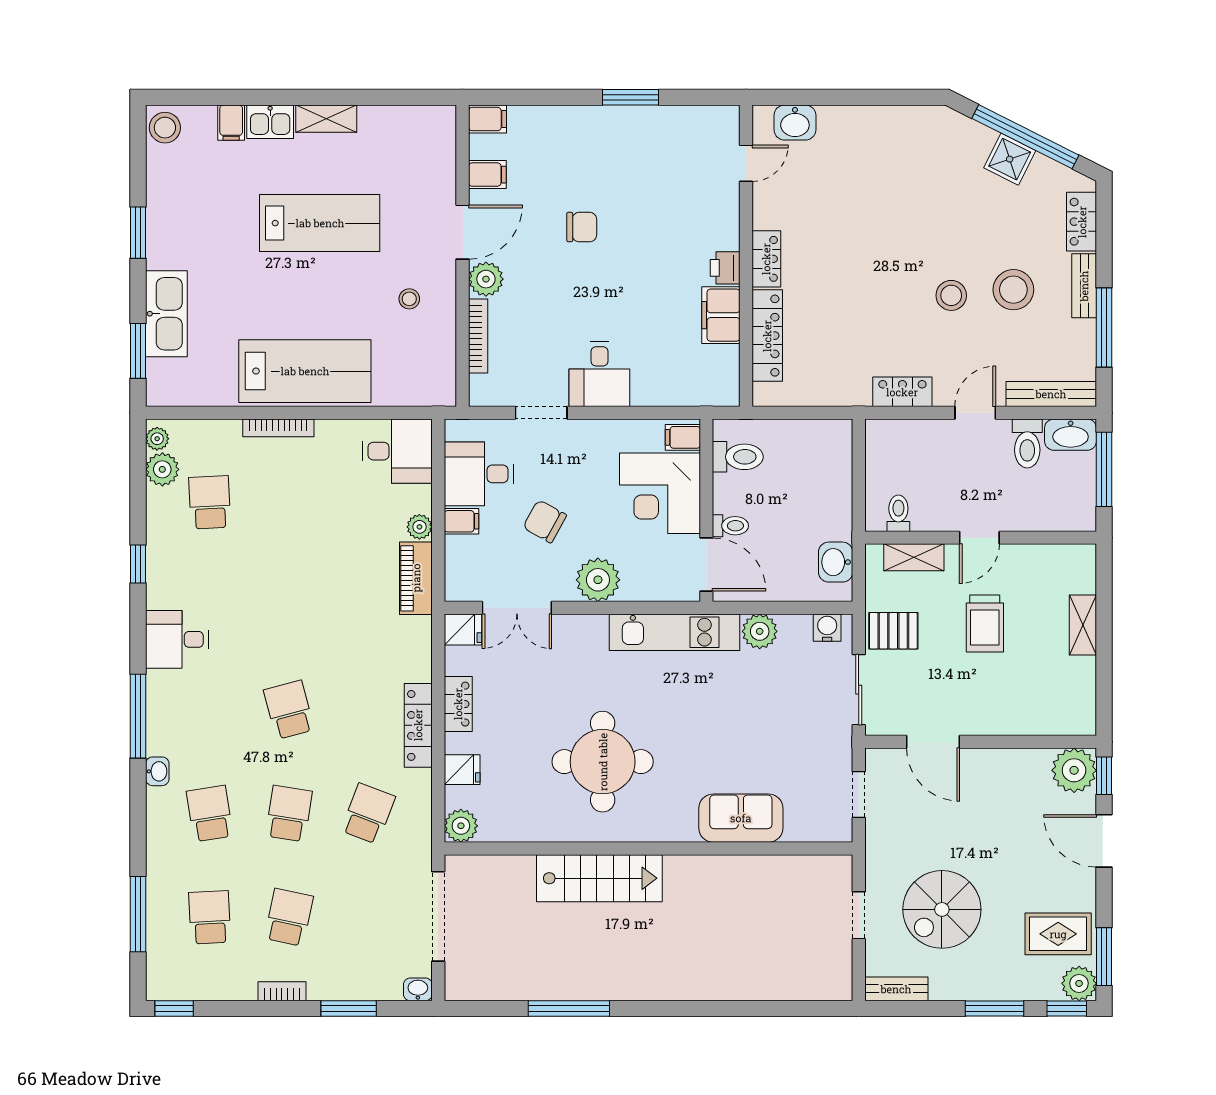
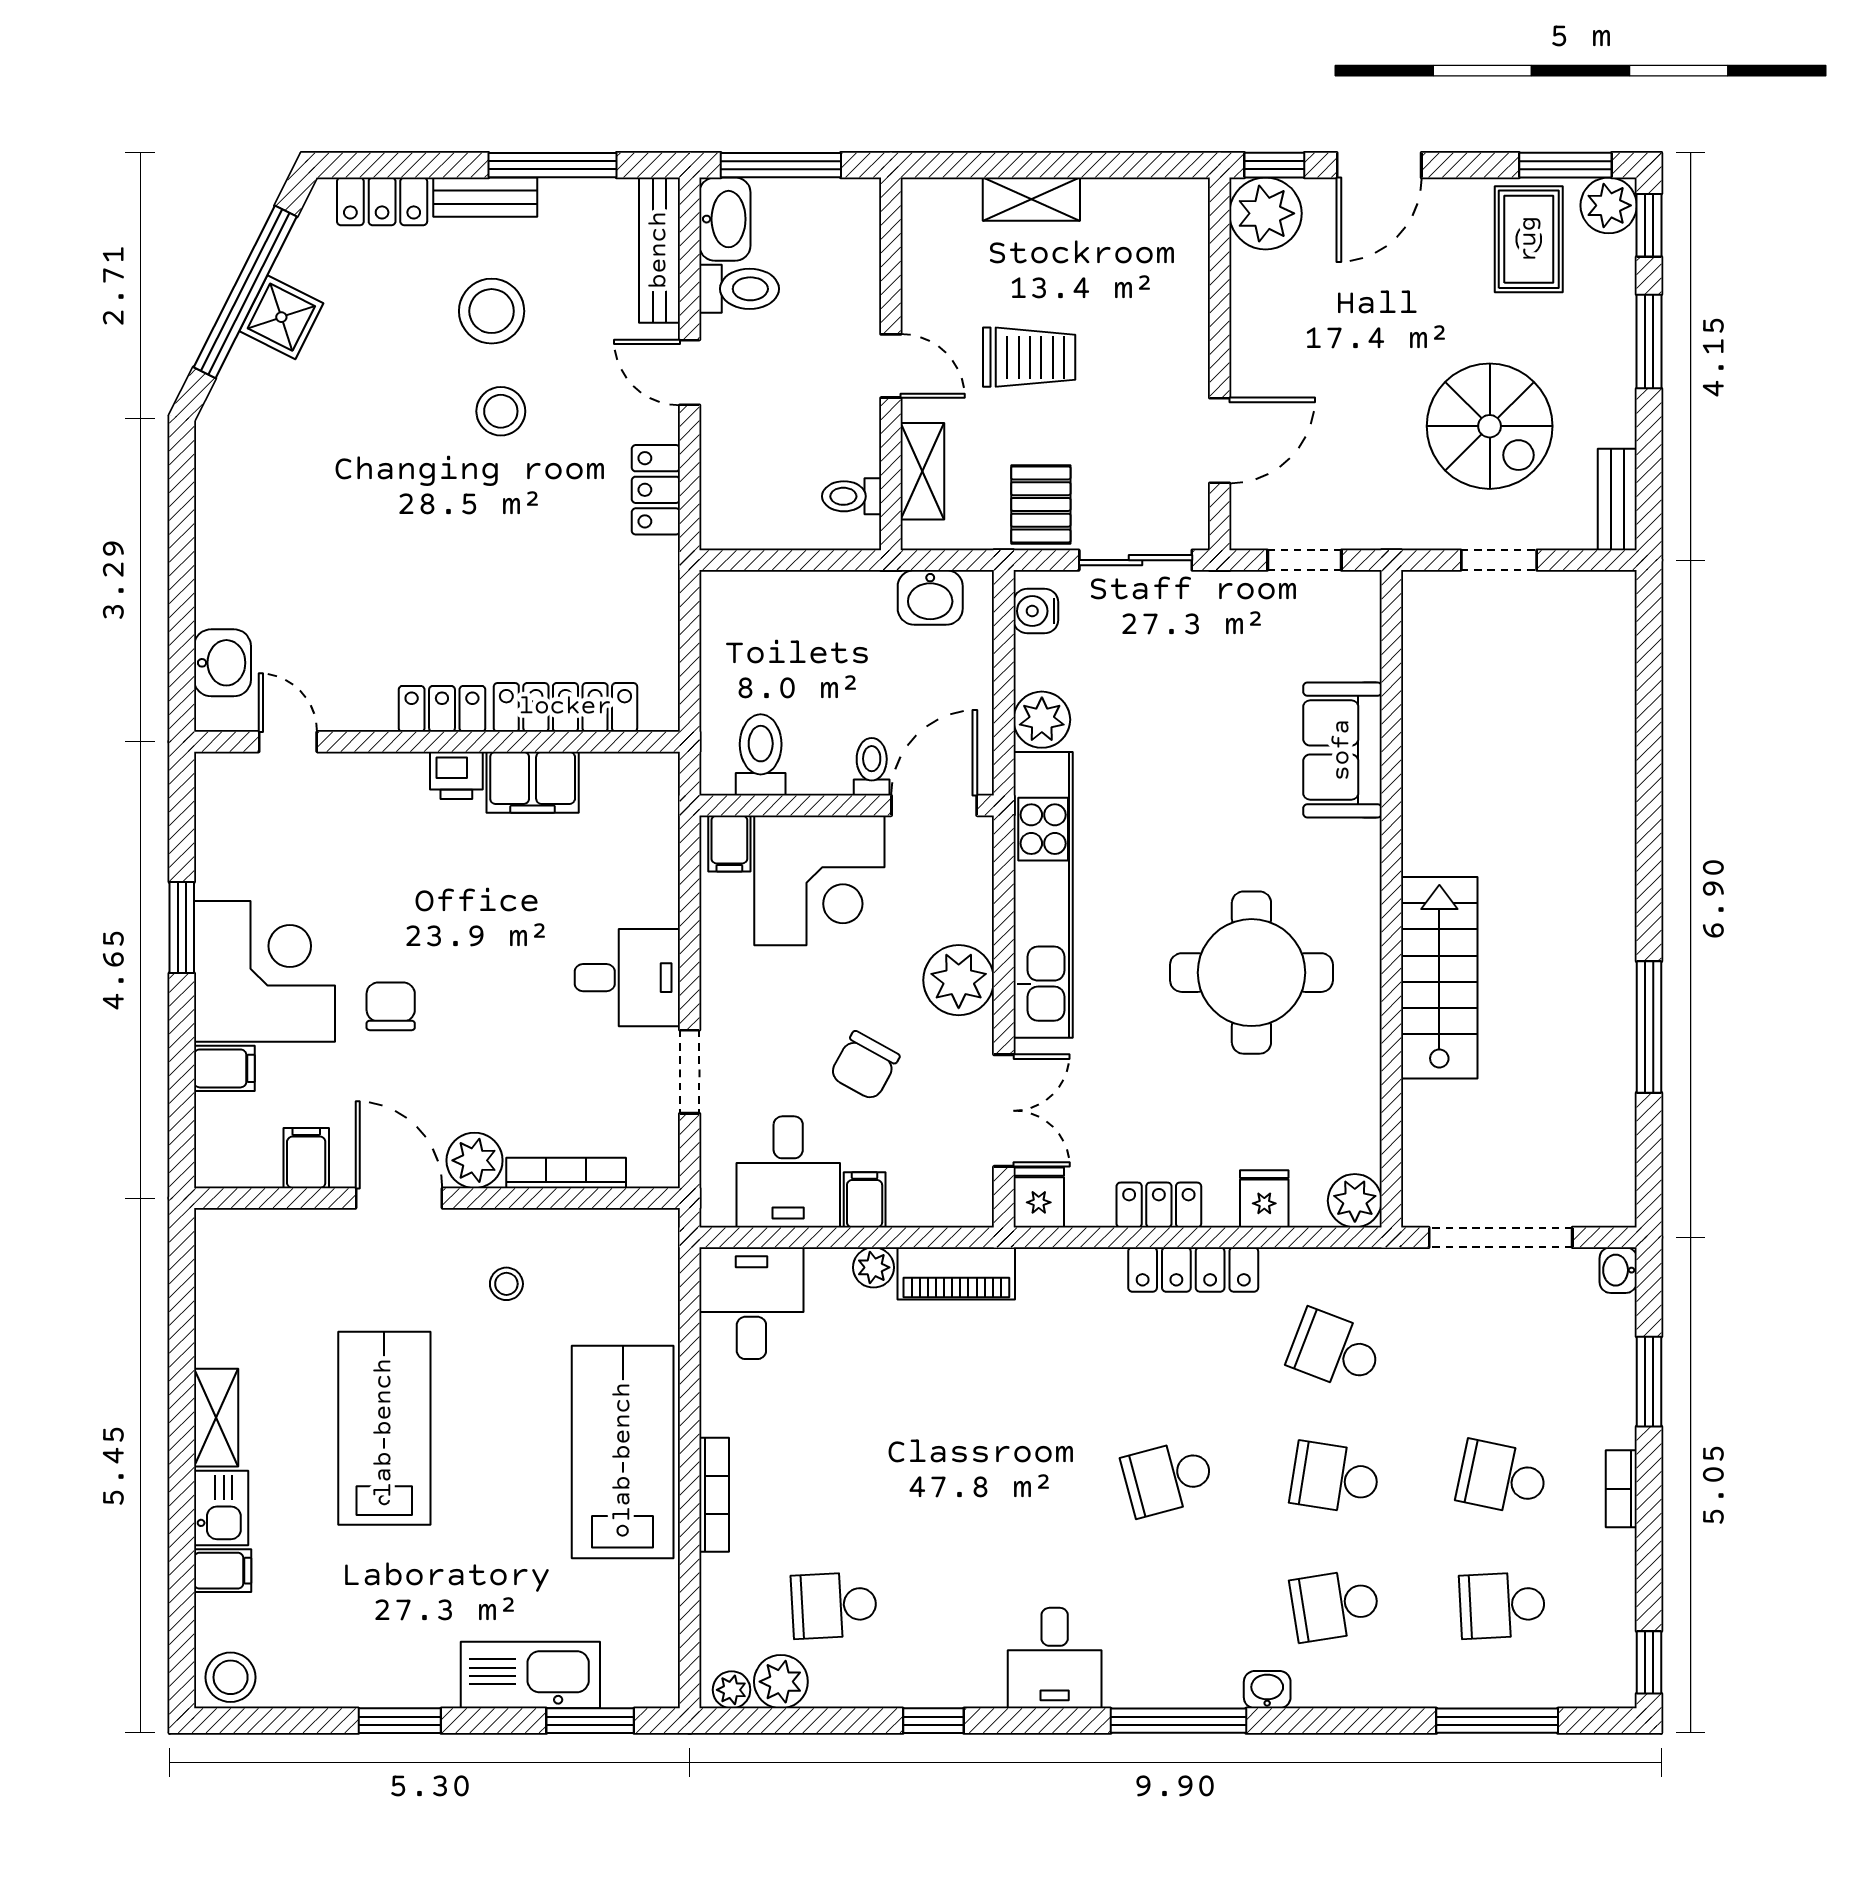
filing cabinet: (487, 119) -> (224, 1068), moved, turned 90
corner desk: (603, 149) -> (264, 971), added
kitchen unit: (675, 632) -> (1043, 895), width x1.36

